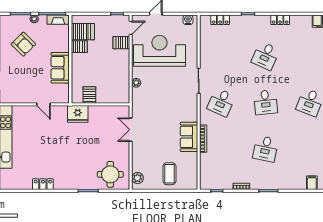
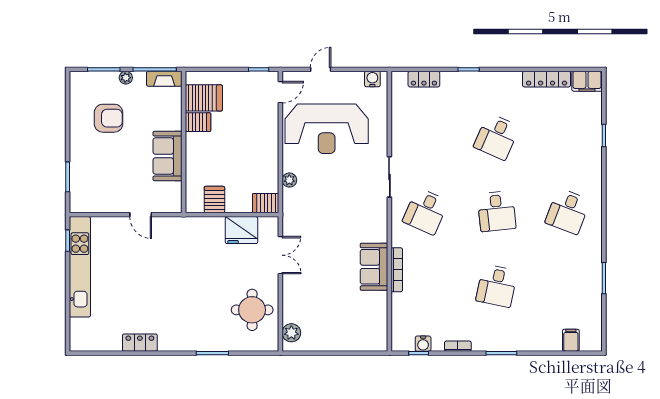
locker: (280, 20) -> (547, 79), moved, width x1.53
server rack: (121, 43) -> (266, 203), moved
armchair: (23, 44) -> (109, 118), turned -45
reception desk: (159, 51) -> (327, 129), turned 180
fridge: (78, 114) -> (241, 230), moved
double door: (131, 130) -> (280, 255), swing flipped
round table: (110, 174) -> (252, 310), moved
coffee table: (169, 174) -> (343, 326), removed
water cooler: (220, 185) -> (423, 344), added

